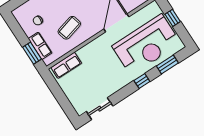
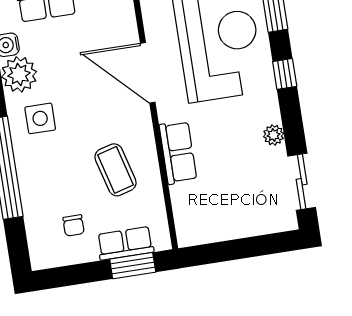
row of seats: (66, 65) -> (178, 152), moved
plant: (114, 88) -> (274, 135), added

